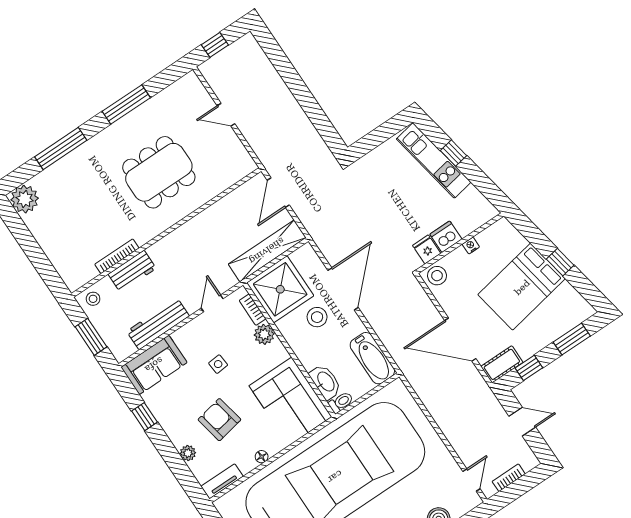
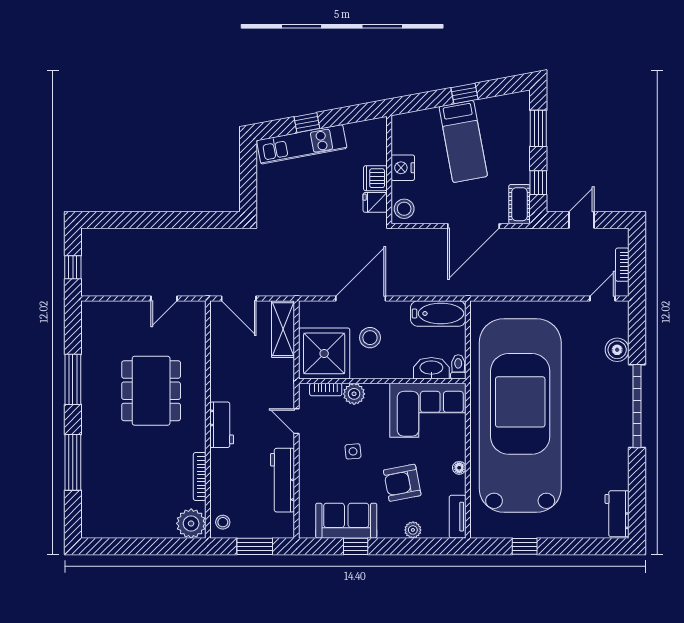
door: (226, 115) -> (164, 298), moved
plant: (25, 199) -> (191, 523), moved
nightstand: (471, 246) -> (403, 168), width x1.89, depth x1.79
shelving: (267, 251) -> (283, 329), width x0.68
workbench: (132, 271) -> (222, 425), moved
bed: (522, 287) -> (463, 141), width x0.67
door: (343, 289) -> (361, 298), hinge flipped
sofa: (154, 365) -> (346, 521), moved, turned -90
door: (471, 480) -> (603, 298), hinge flipped

